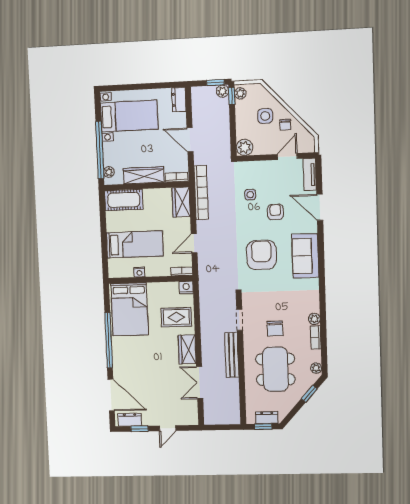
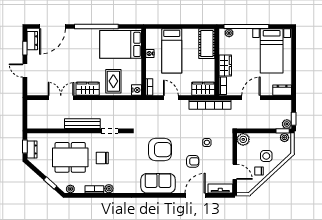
wardrobe: (144, 175) -> (225, 66), width x0.67

